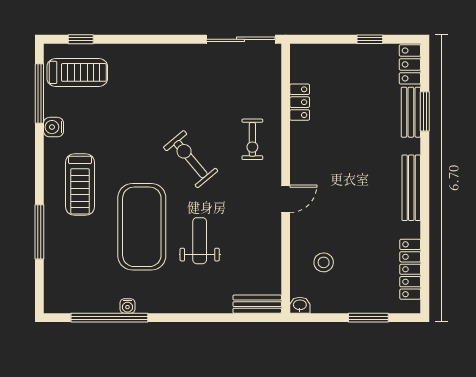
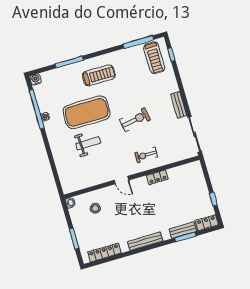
locker: (300, 102) -> (157, 177), moved
water cooler: (53, 127) -> (36, 79), moved
exercise bike: (191, 159) -> (135, 120), moved, turned 30
treadmill: (80, 185) -> (99, 75), turned 180
bench: (257, 304) -> (179, 105), moved

